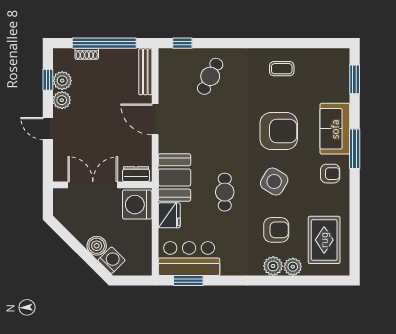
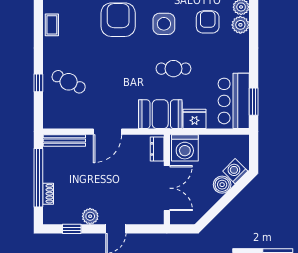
window: (182, 43) -> (38, 83), moved
coffee table: (282, 69) -> (52, 25), moved
plant: (62, 81) -> (72, 216), removed
side table: (274, 182) -> (164, 24), turned -31
double door: (93, 185) -> (167, 188), swing flipped

